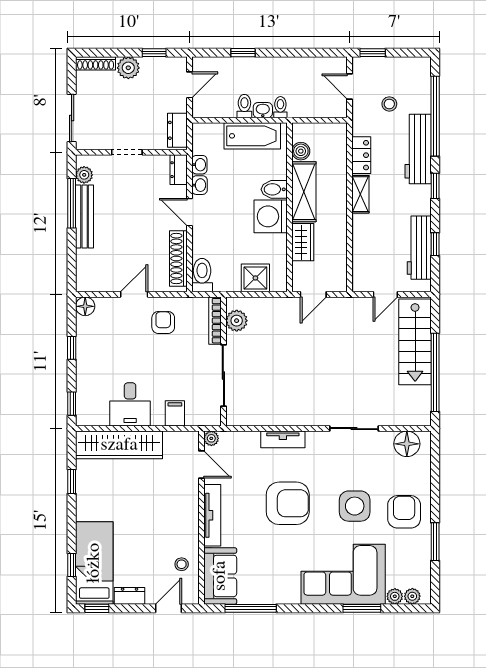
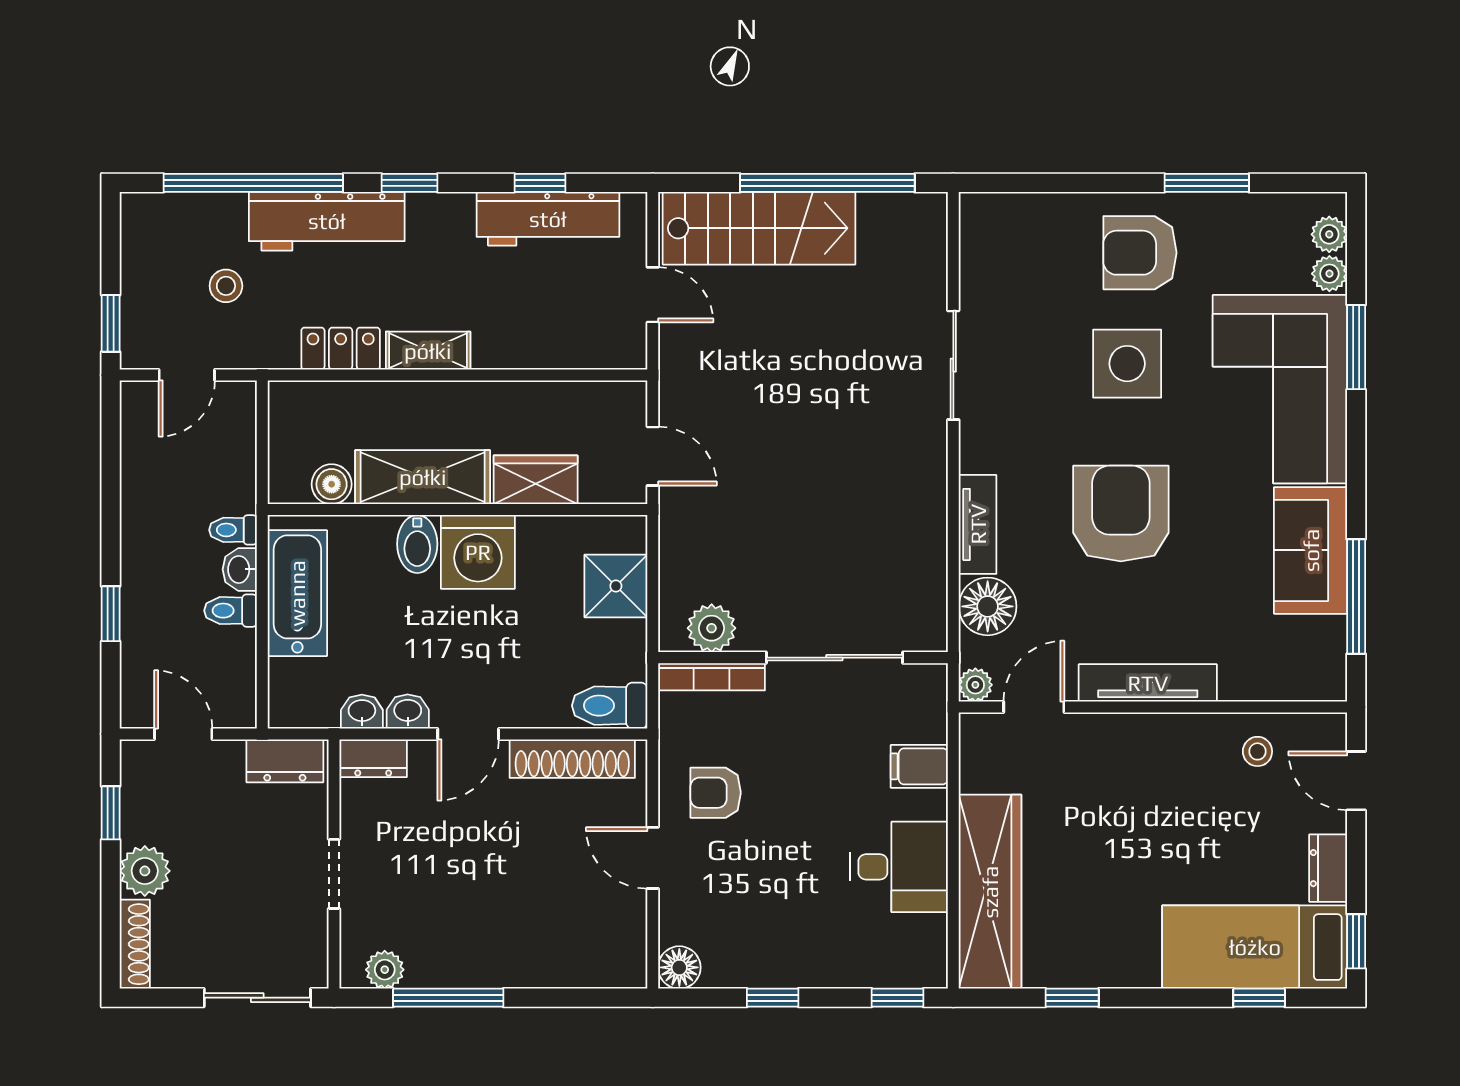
bench: (85, 217) -> (478, 969), removed
floor lamp: (407, 444) -> (988, 606), moved
sofa: (220, 576) -> (1311, 550), moved, turned -90

